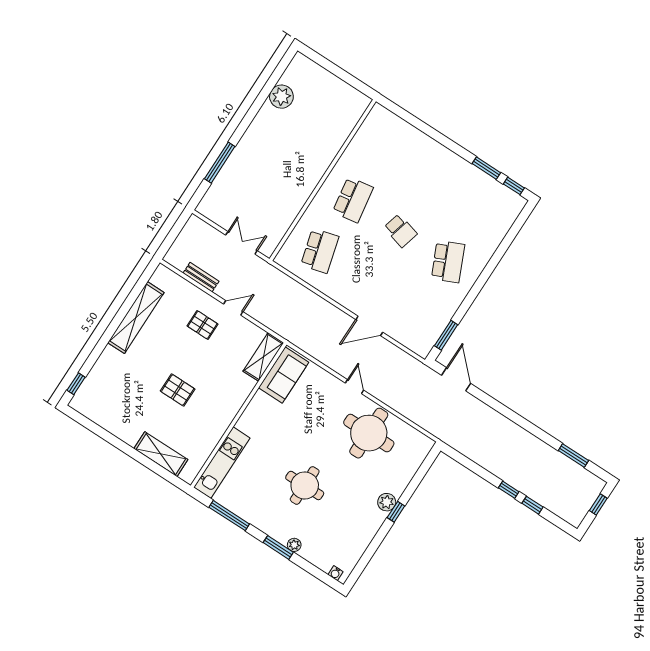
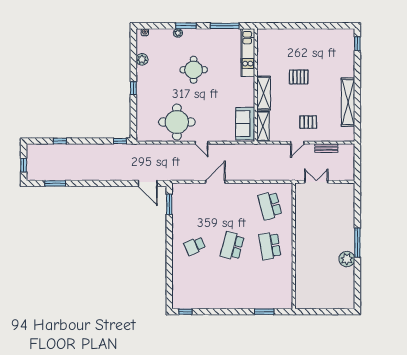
plant: (281, 97) -> (347, 259), moved
window: (220, 163) -> (357, 243), moved
window: (486, 168) -> (264, 312), moved
school desk: (400, 231) -> (232, 246), width x1.85
double door: (241, 243) -> (316, 182), swing flipped
school desk: (448, 262) -> (195, 246), width x0.54
shelving: (161, 454) -> (264, 93), moved, turned 90
window: (509, 490) -> (120, 141), moved
plant: (387, 502) -> (142, 59), moved

